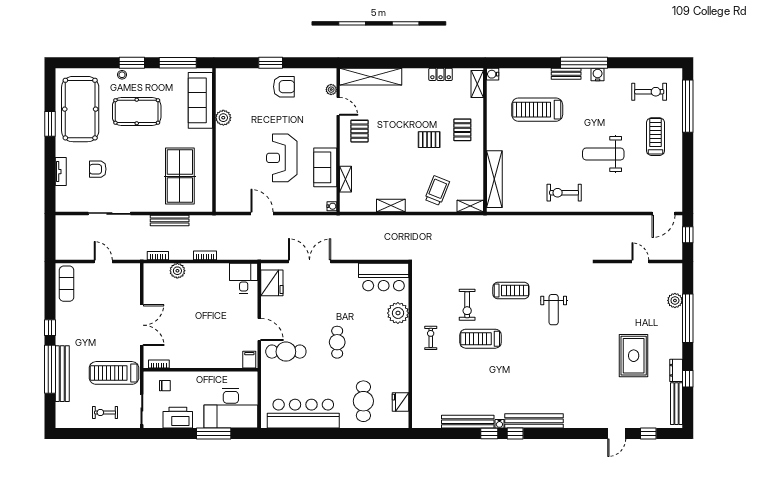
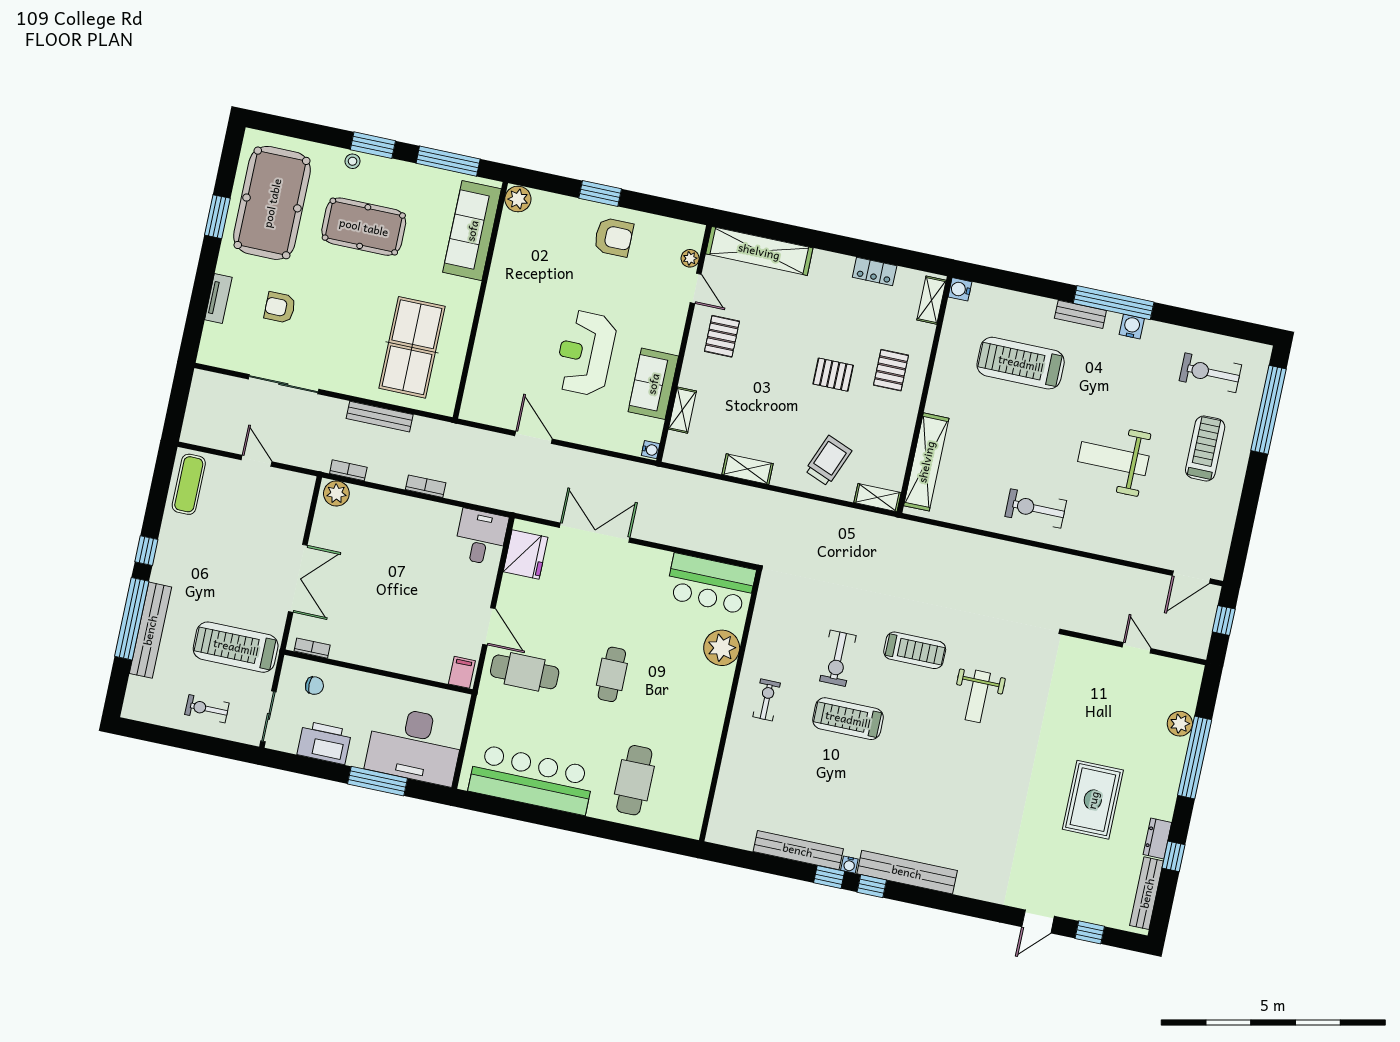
exercise bike: (649, 92) -> (1210, 373), turned 180
plant: (223, 118) -> (518, 199), moved
plant: (177, 271) -> (336, 493), moved
fridge: (401, 402) -> (695, 794), removed

